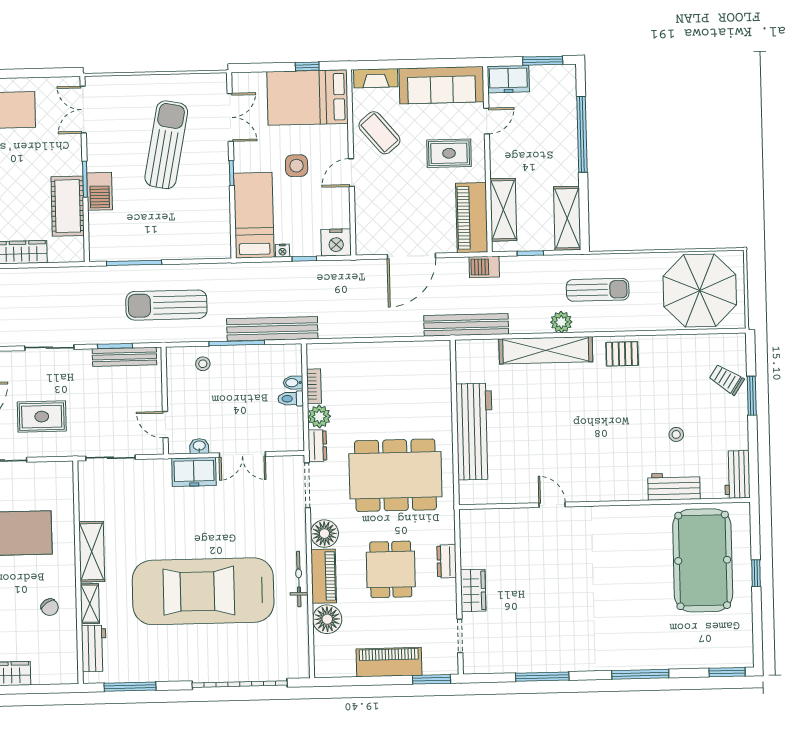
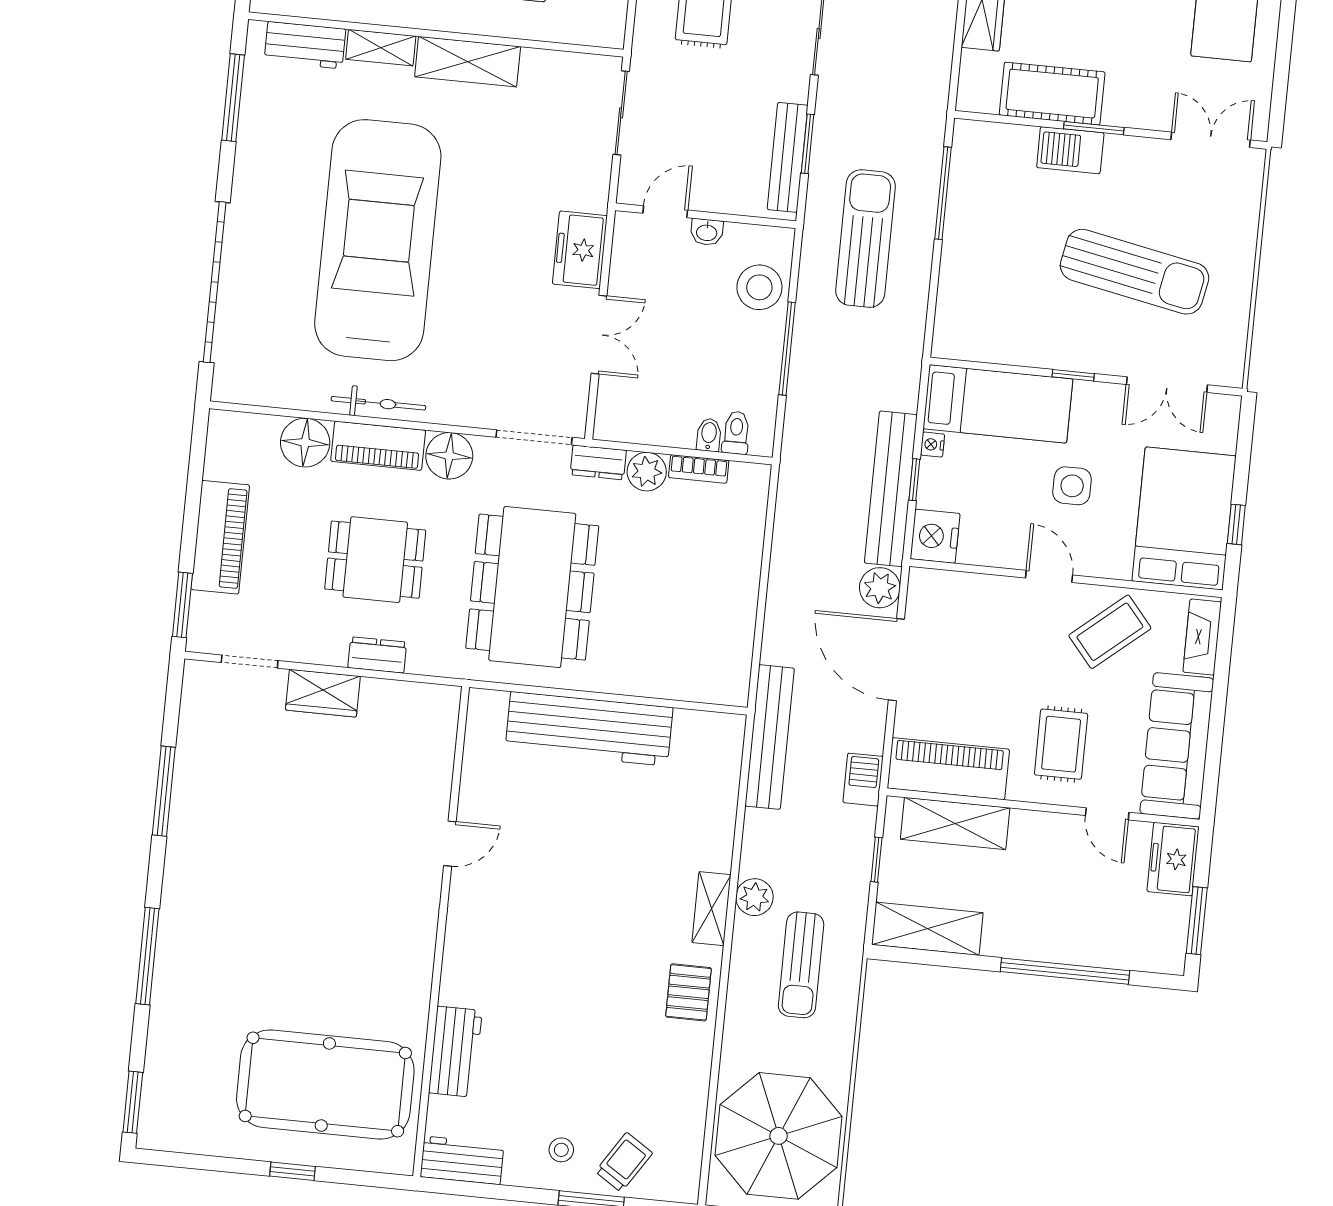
plant: (370, 271) -> (880, 588), added
bench: (272, 329) -> (891, 489), moved
shelving: (546, 350) -> (712, 909), width x0.45, depth x0.75
stool: (203, 364) -> (759, 287), width x1.89, depth x1.89
toilet: (291, 399) -> (736, 433), moved
stool: (676, 434) -> (561, 1150), moved
washbasin: (199, 446) -> (707, 232), moved, turned 90
double door: (242, 455) -> (599, 335), swing flipped

